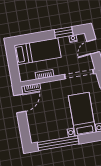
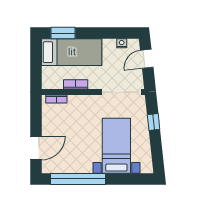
window: (64, 32) -> (63, 33), moved
door: (20, 103) -> (36, 148), moved

